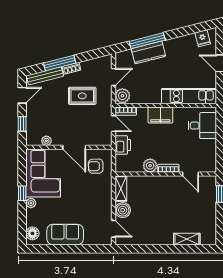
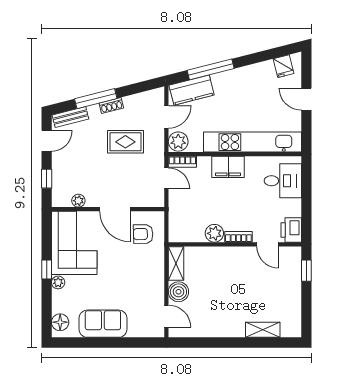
kitchen counter: (148, 52) -> (192, 90), moved
bench: (45, 76) -> (70, 117), width x0.73
kitchen unit: (189, 96) -> (252, 142), width x1.36
printer: (123, 145) -> (291, 230), moved, turned 180

